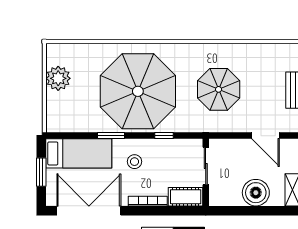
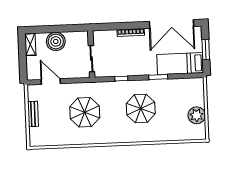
parasol: (138, 91) -> (141, 109), width x0.54, depth x0.54
stool: (134, 162) -> (141, 60), removed
cot: (186, 197) -> (105, 37), removed

